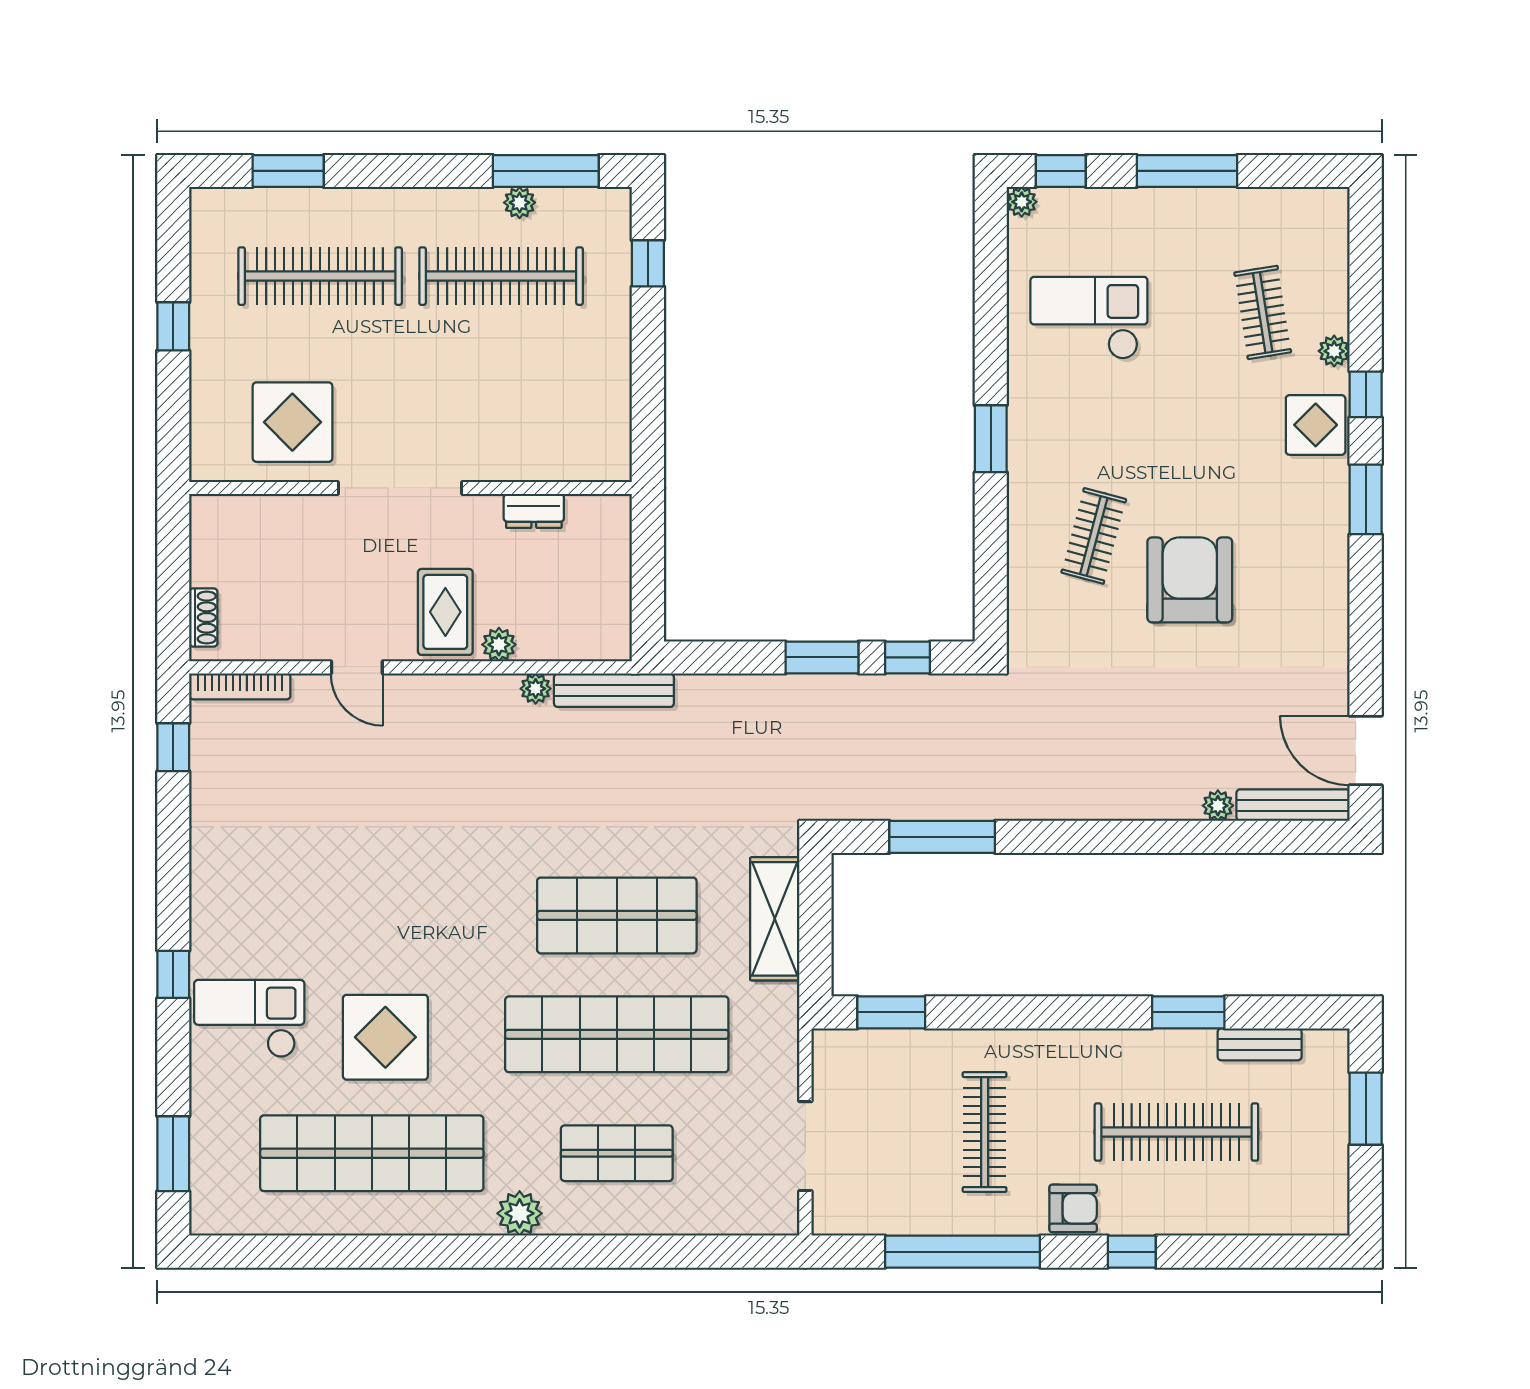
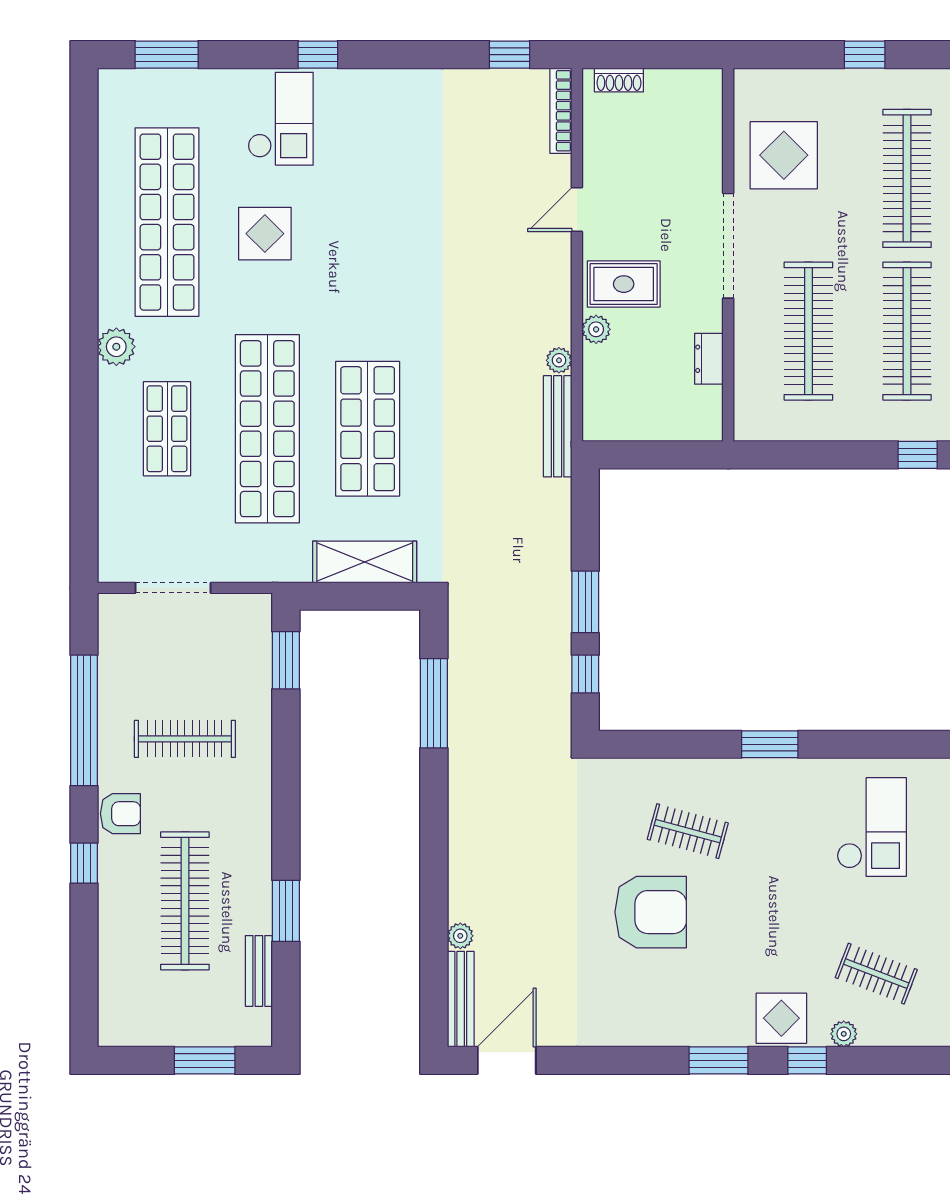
clothes rail: (1263, 312) -> (876, 974), turned 30
clothes rail: (501, 393) -> (808, 331), added
display table: (385, 1037) -> (265, 234), width x0.73, depth x0.73
armchair: (1073, 1208) -> (120, 814), turned -90

